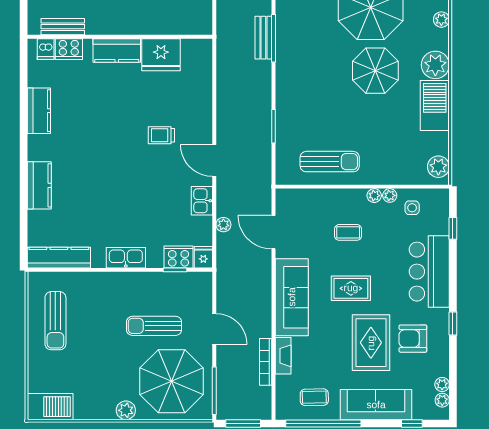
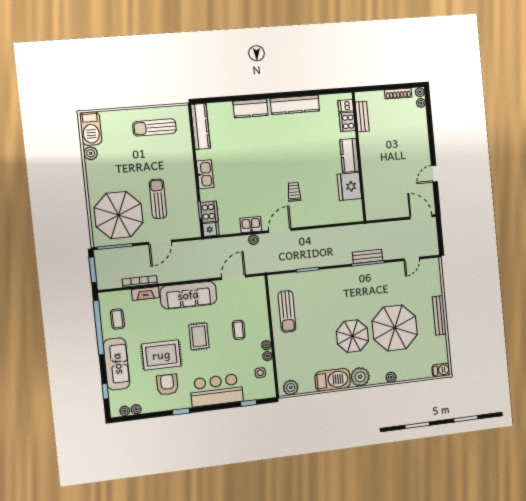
kitchen counter: (39, 111) -> (295, 105), width x1.50
plant: (223, 225) -> (254, 240), moved
plant: (126, 410) -> (91, 153), moved

